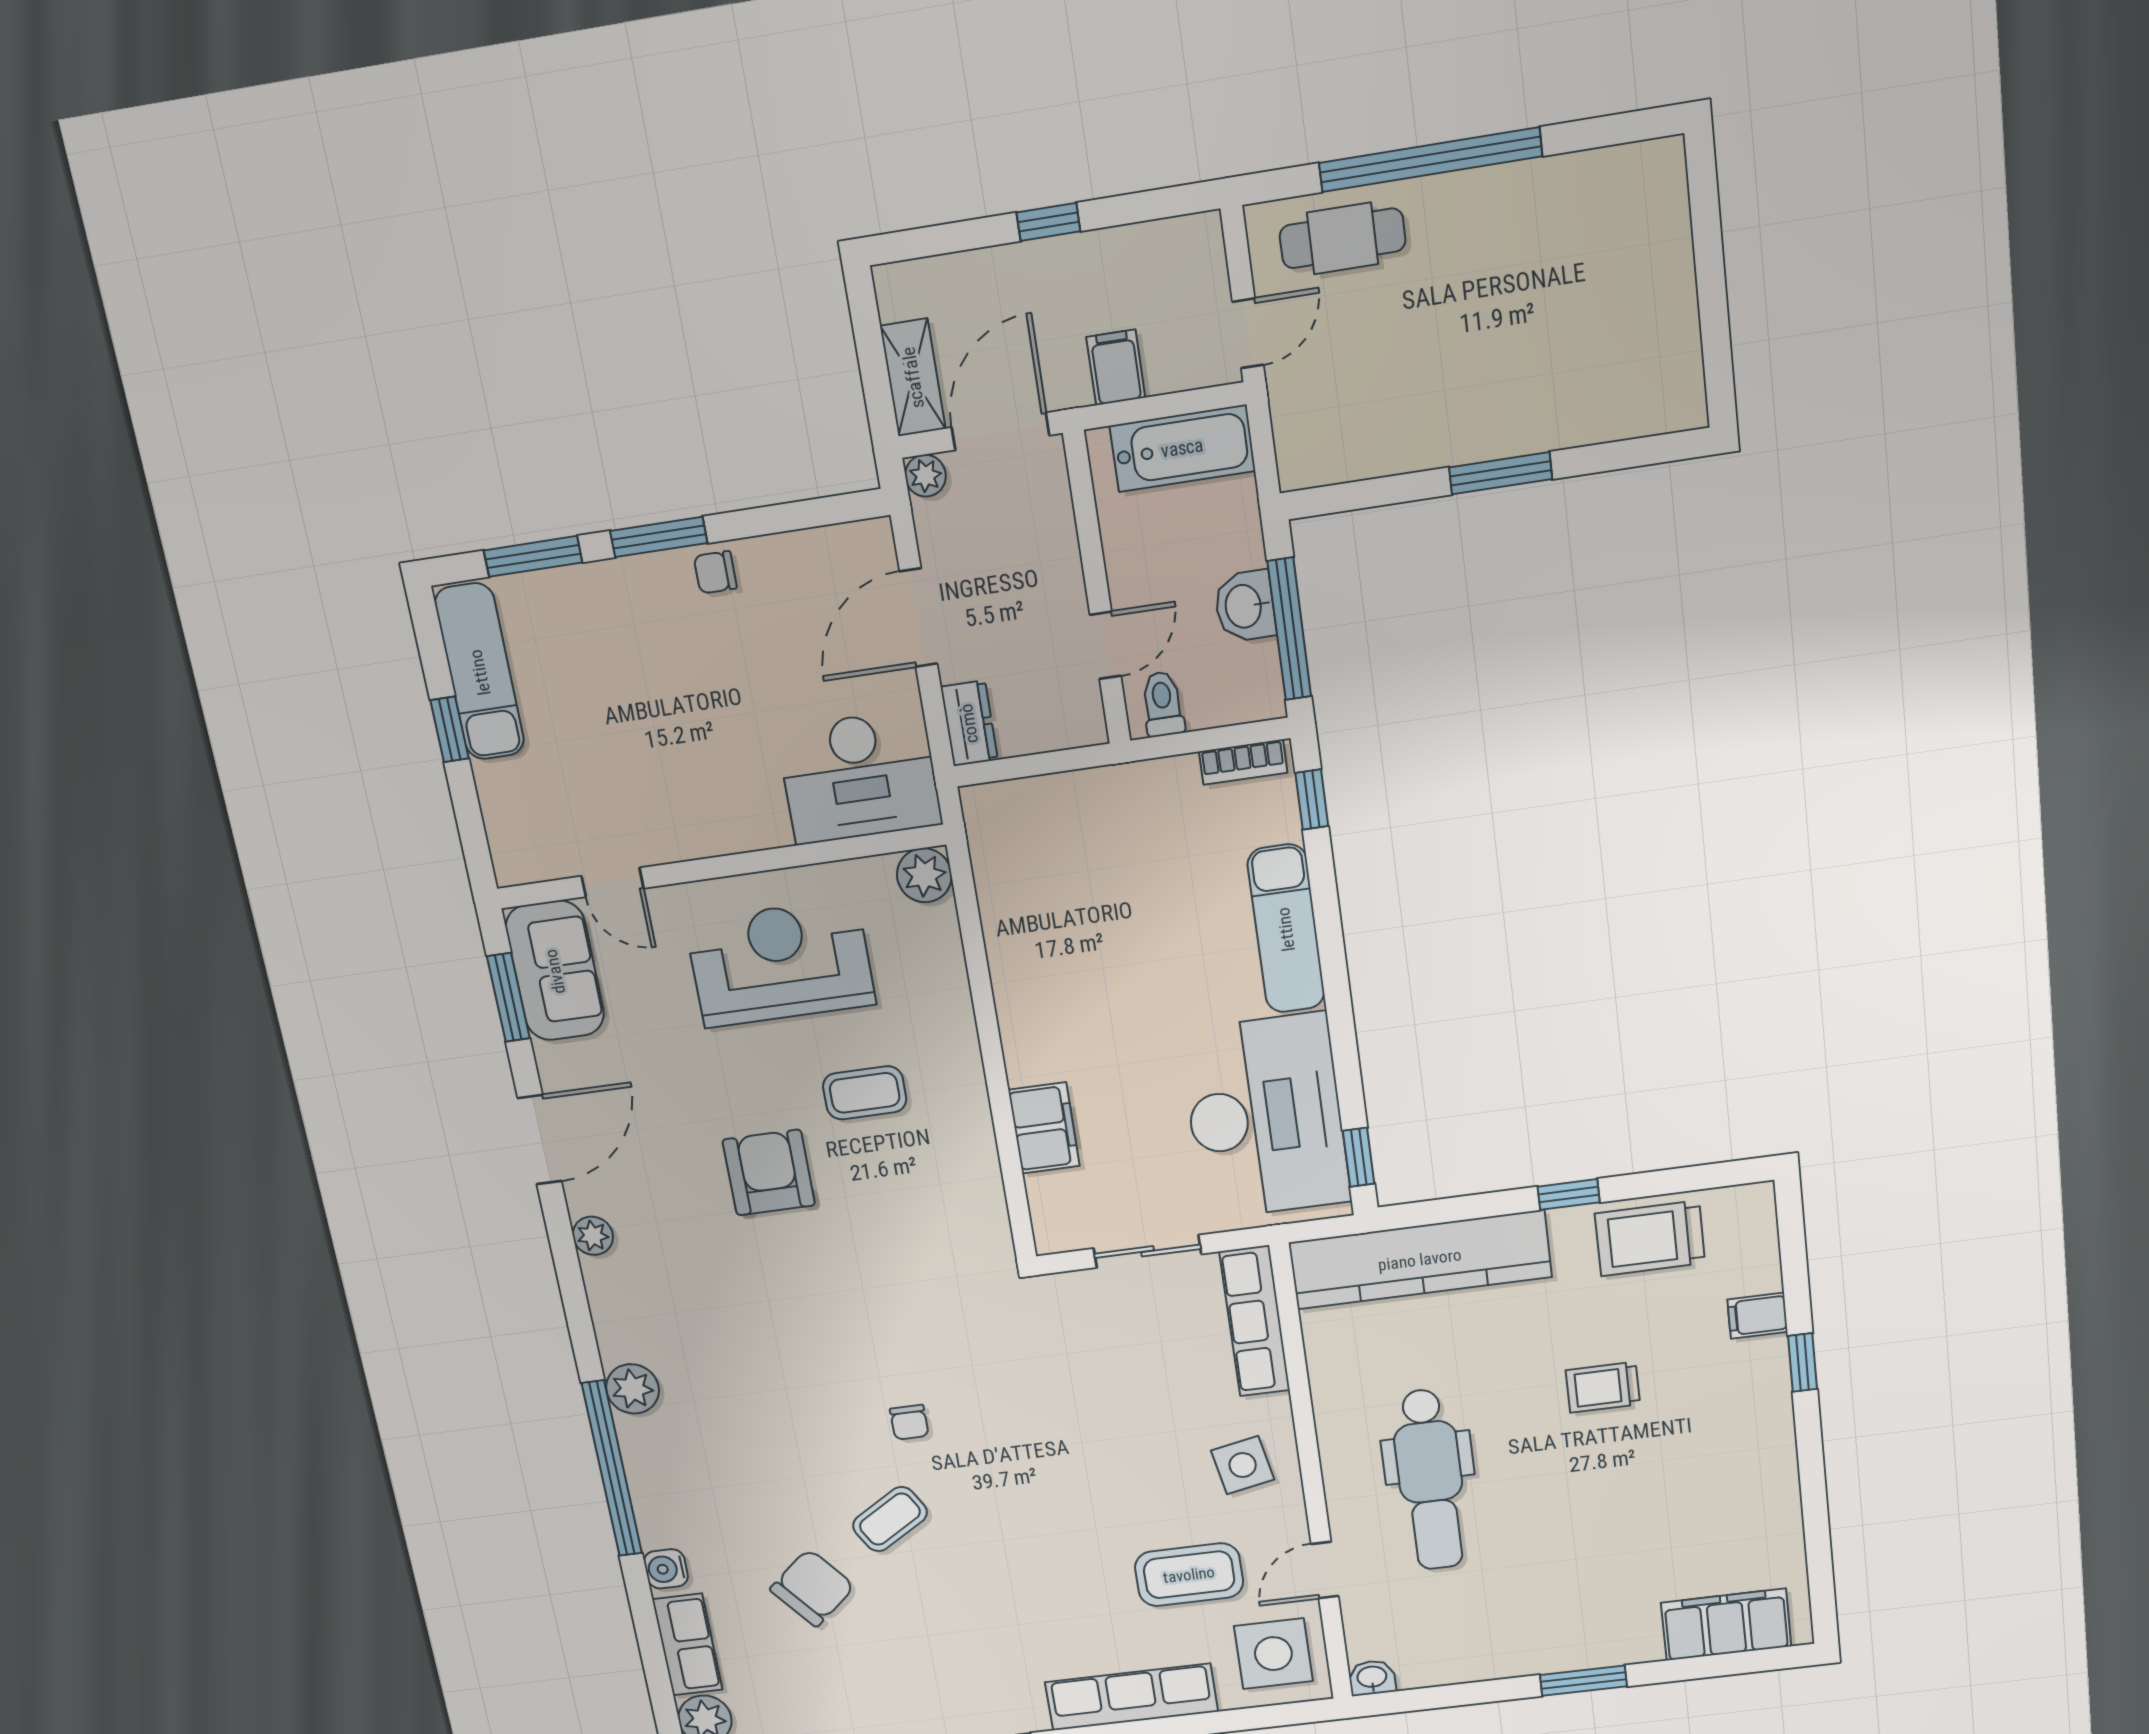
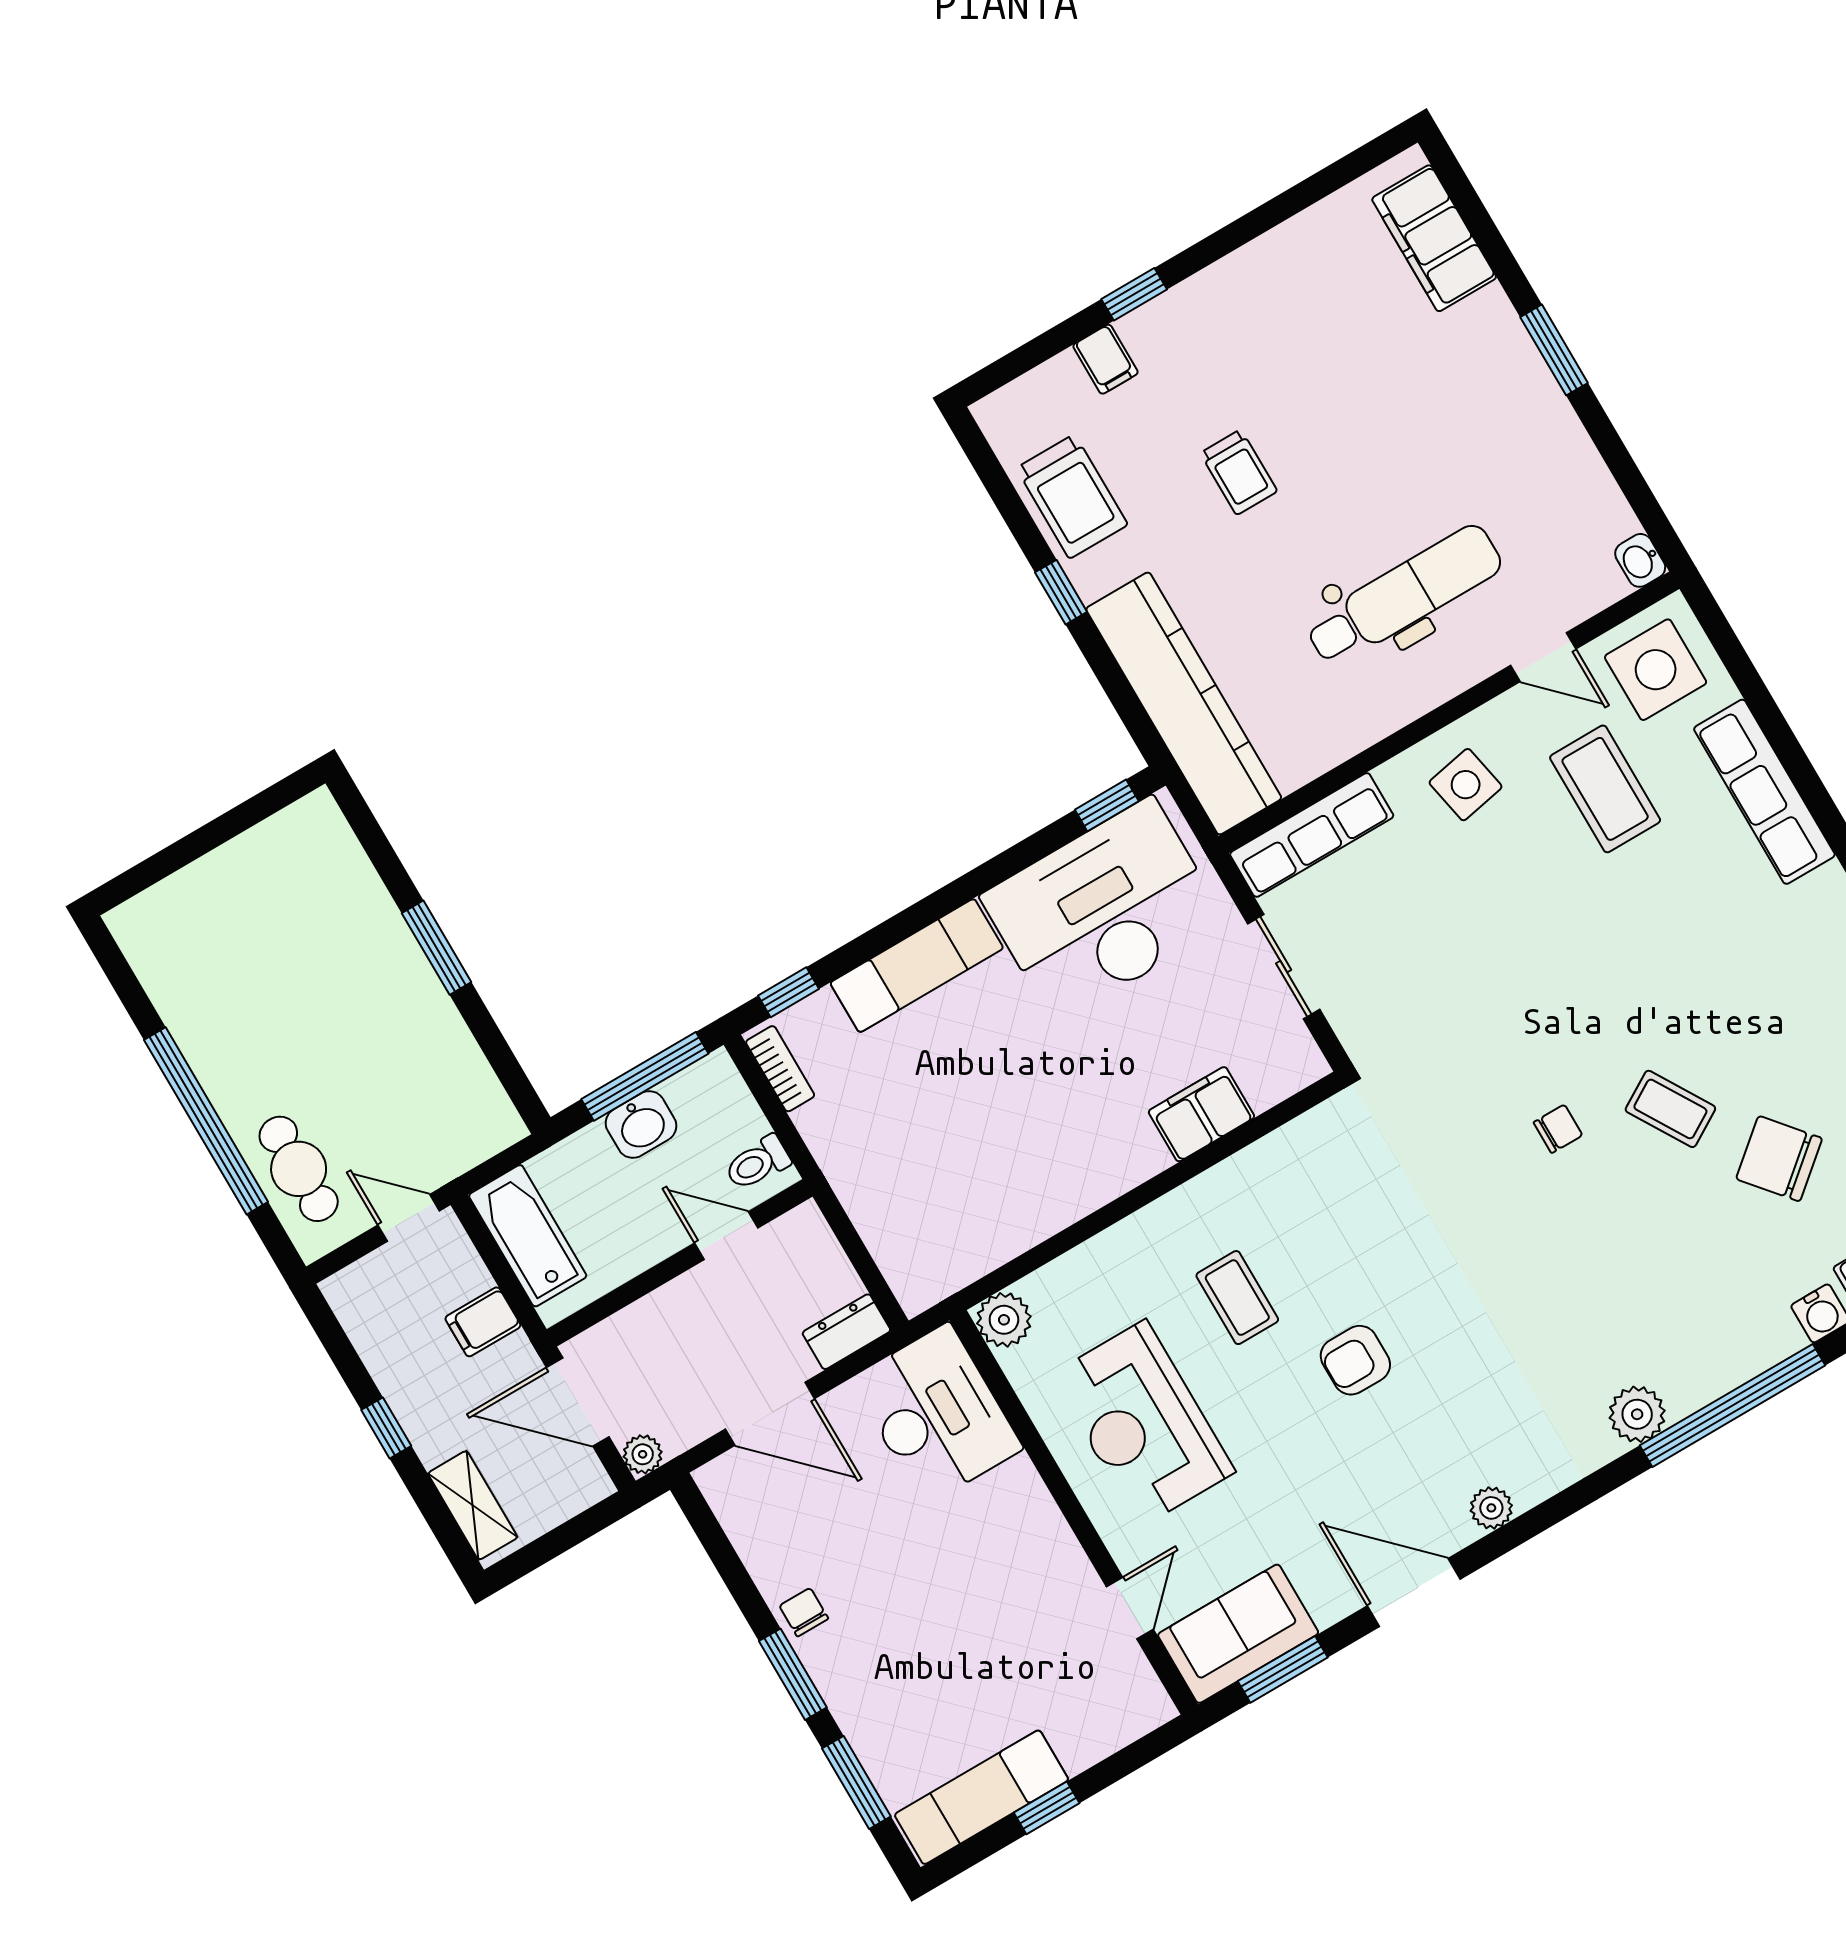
shelving: (913, 377) -> (473, 1505), moved, turned 90
chair: (715, 572) -> (804, 1612), turned 180
armchair: (769, 1173) -> (1355, 1360), width x0.72, depth x0.72

